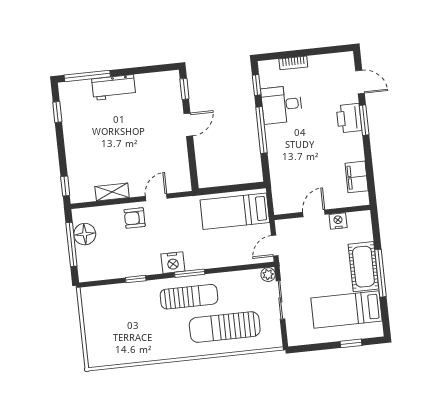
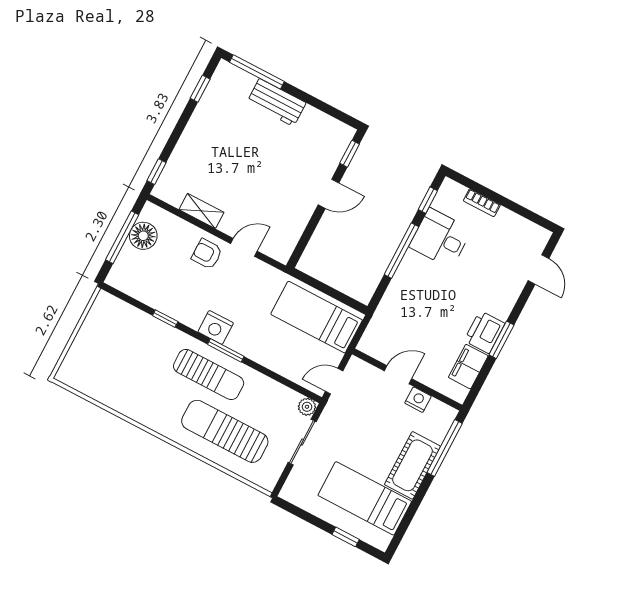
printer: (349, 118) -> (484, 332), moved
window: (364, 120) -> (501, 340), moved
window: (380, 273) -> (445, 448), moved

